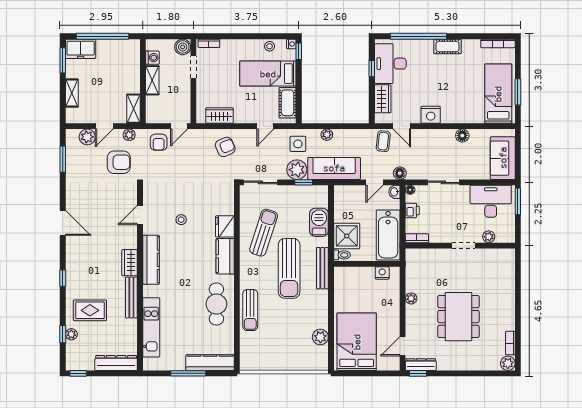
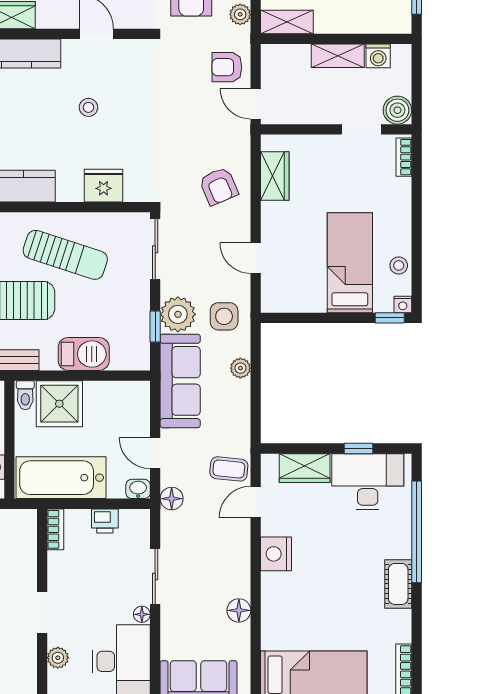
cot: (288, 103) -> (298, 298), removed
floor lamp: (410, 190) -> (142, 614), moved
fridge: (225, 226) -> (104, 186), moved

